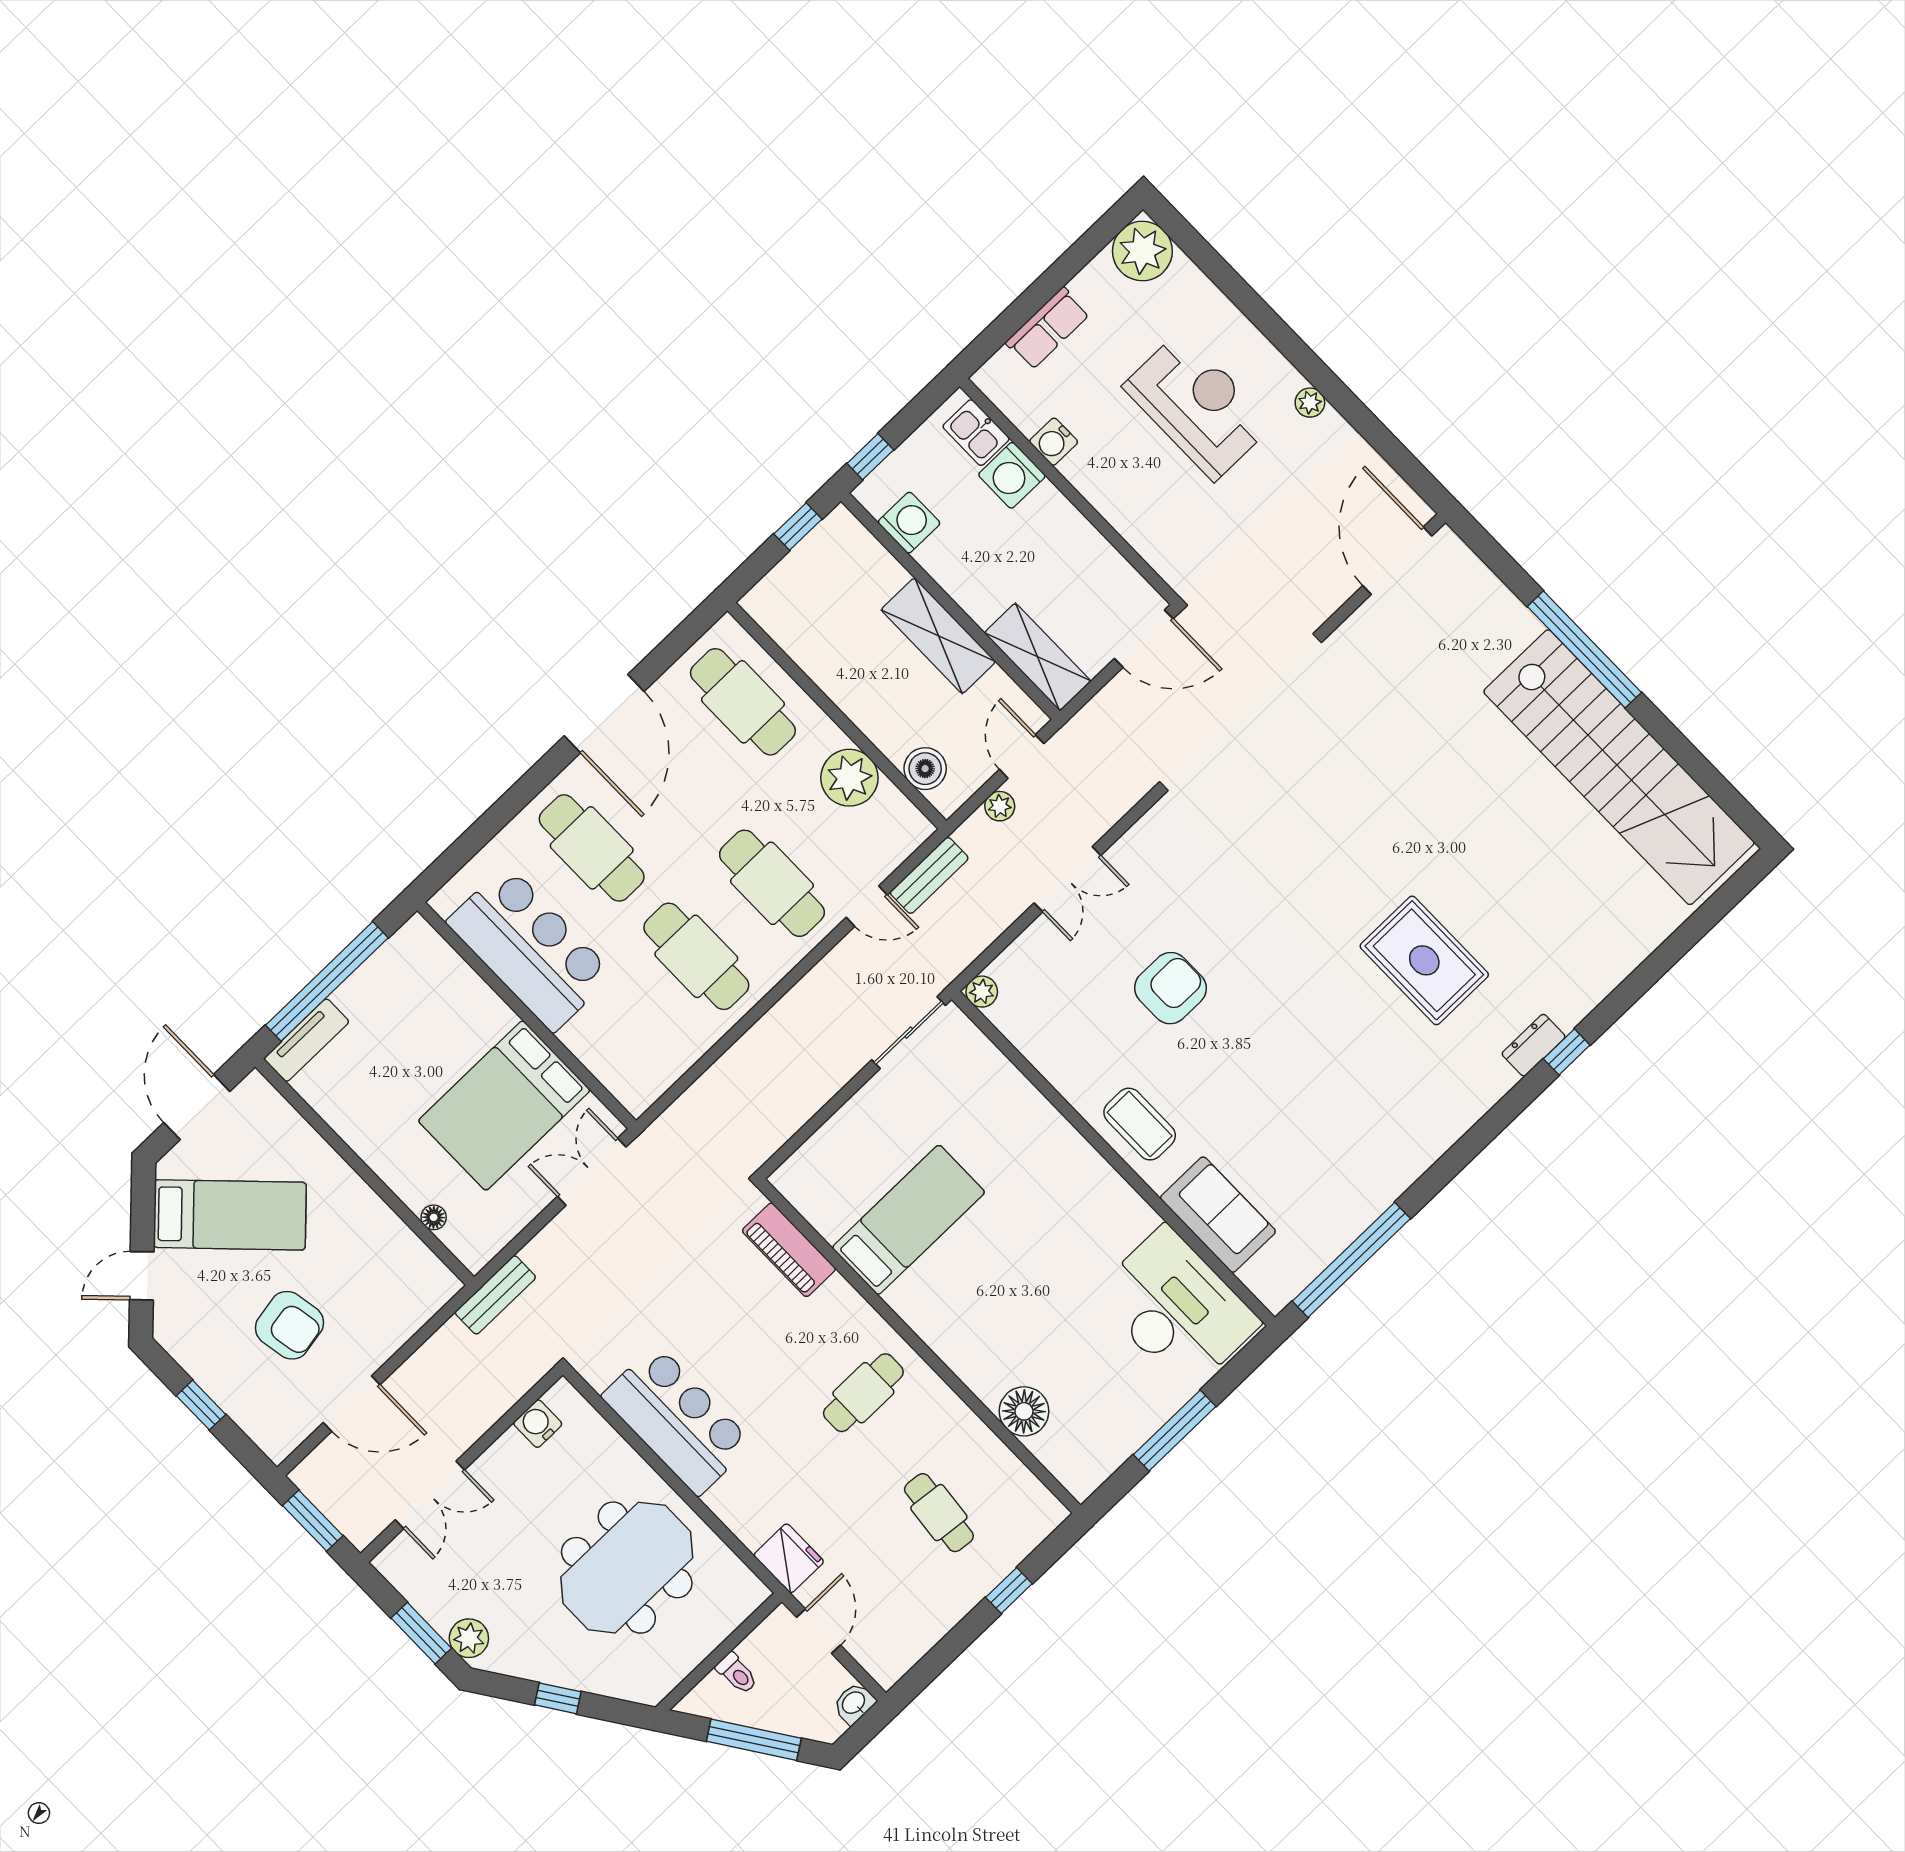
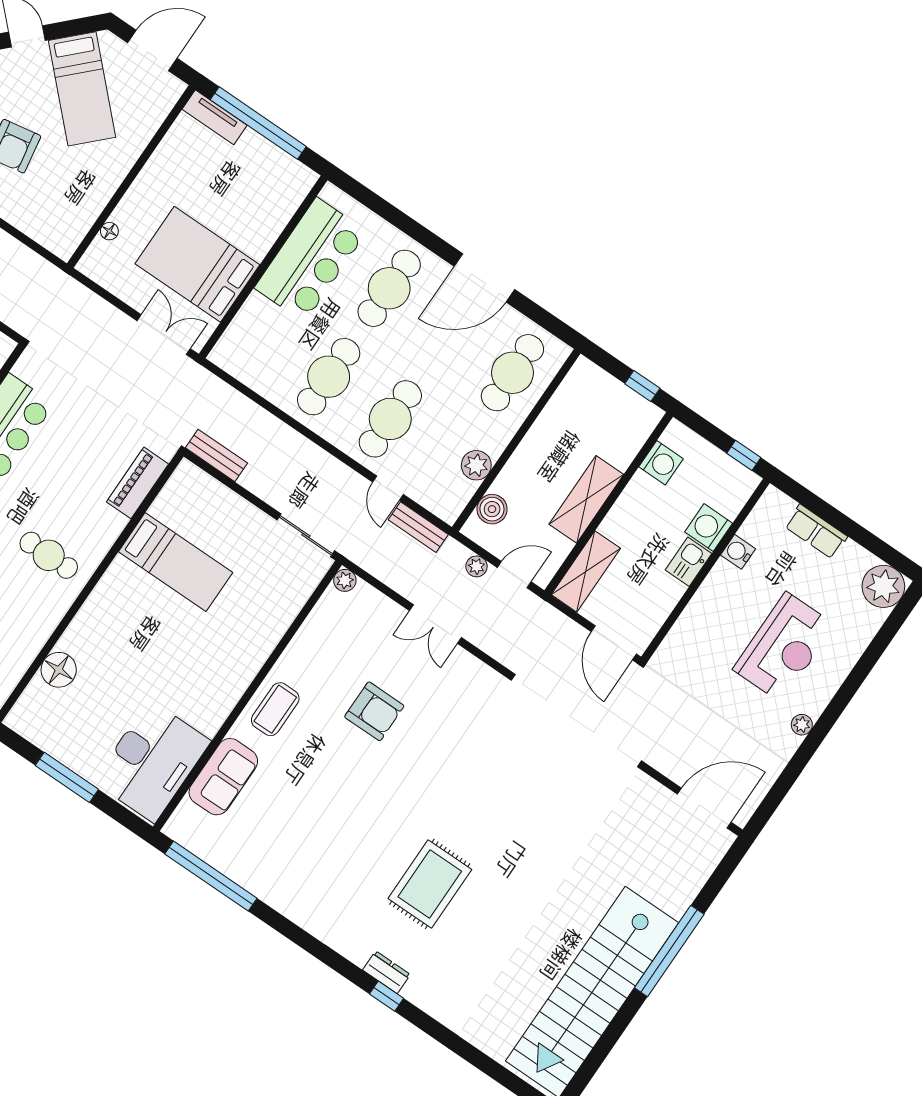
kitchen sink: (976, 433) -> (689, 562), moved
window: (870, 457) -> (744, 455), moved
plant: (849, 778) -> (476, 465), width x0.73, depth x0.73
bench: (495, 1295) -> (216, 455), moved

